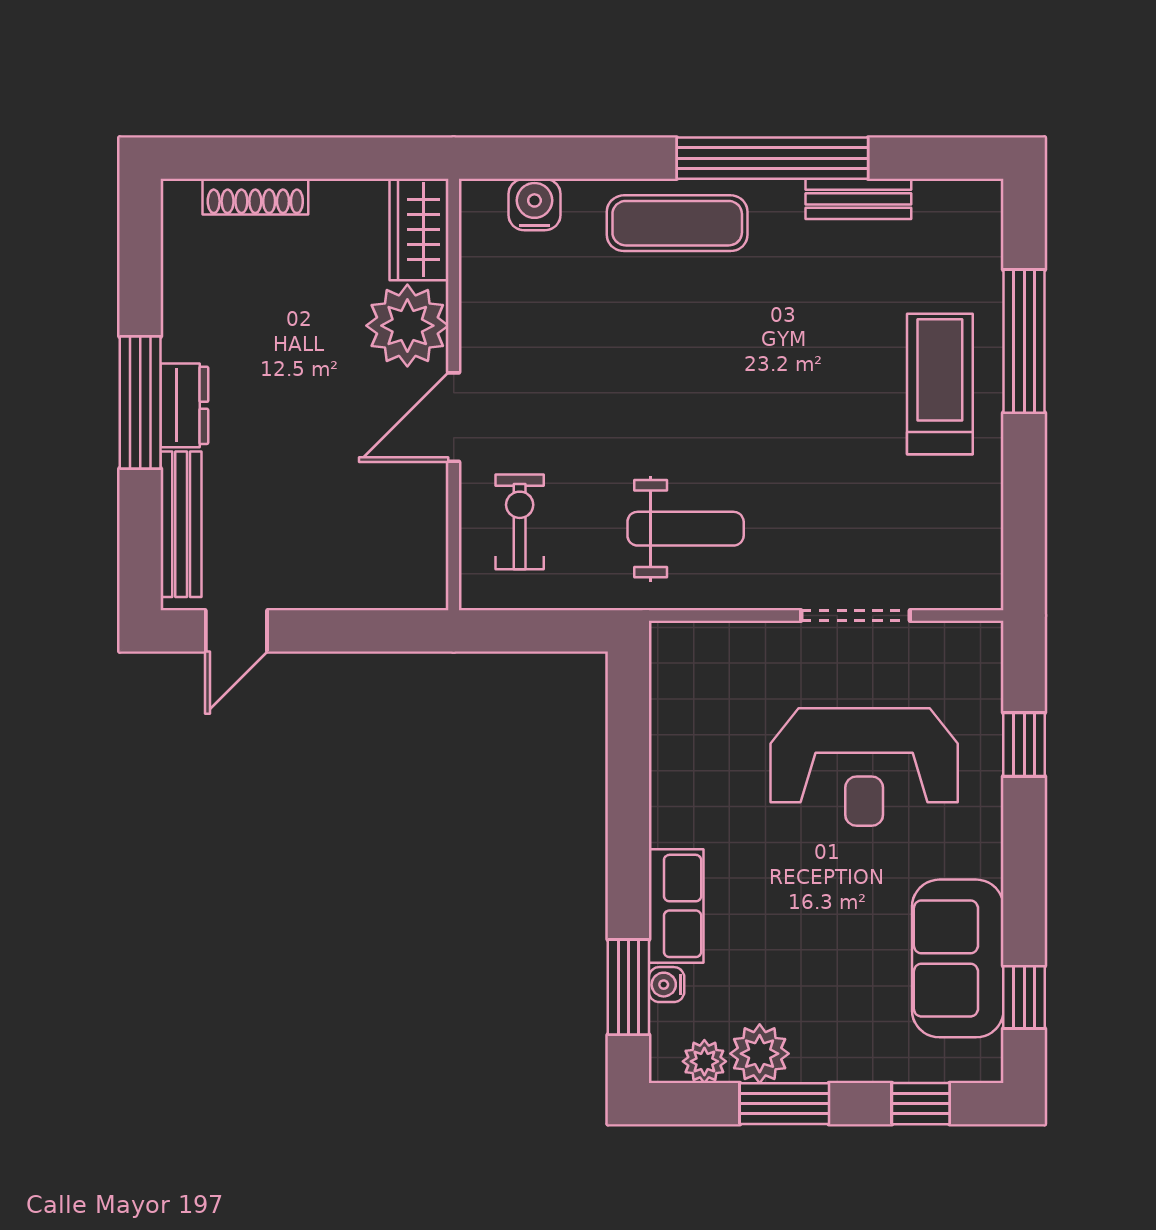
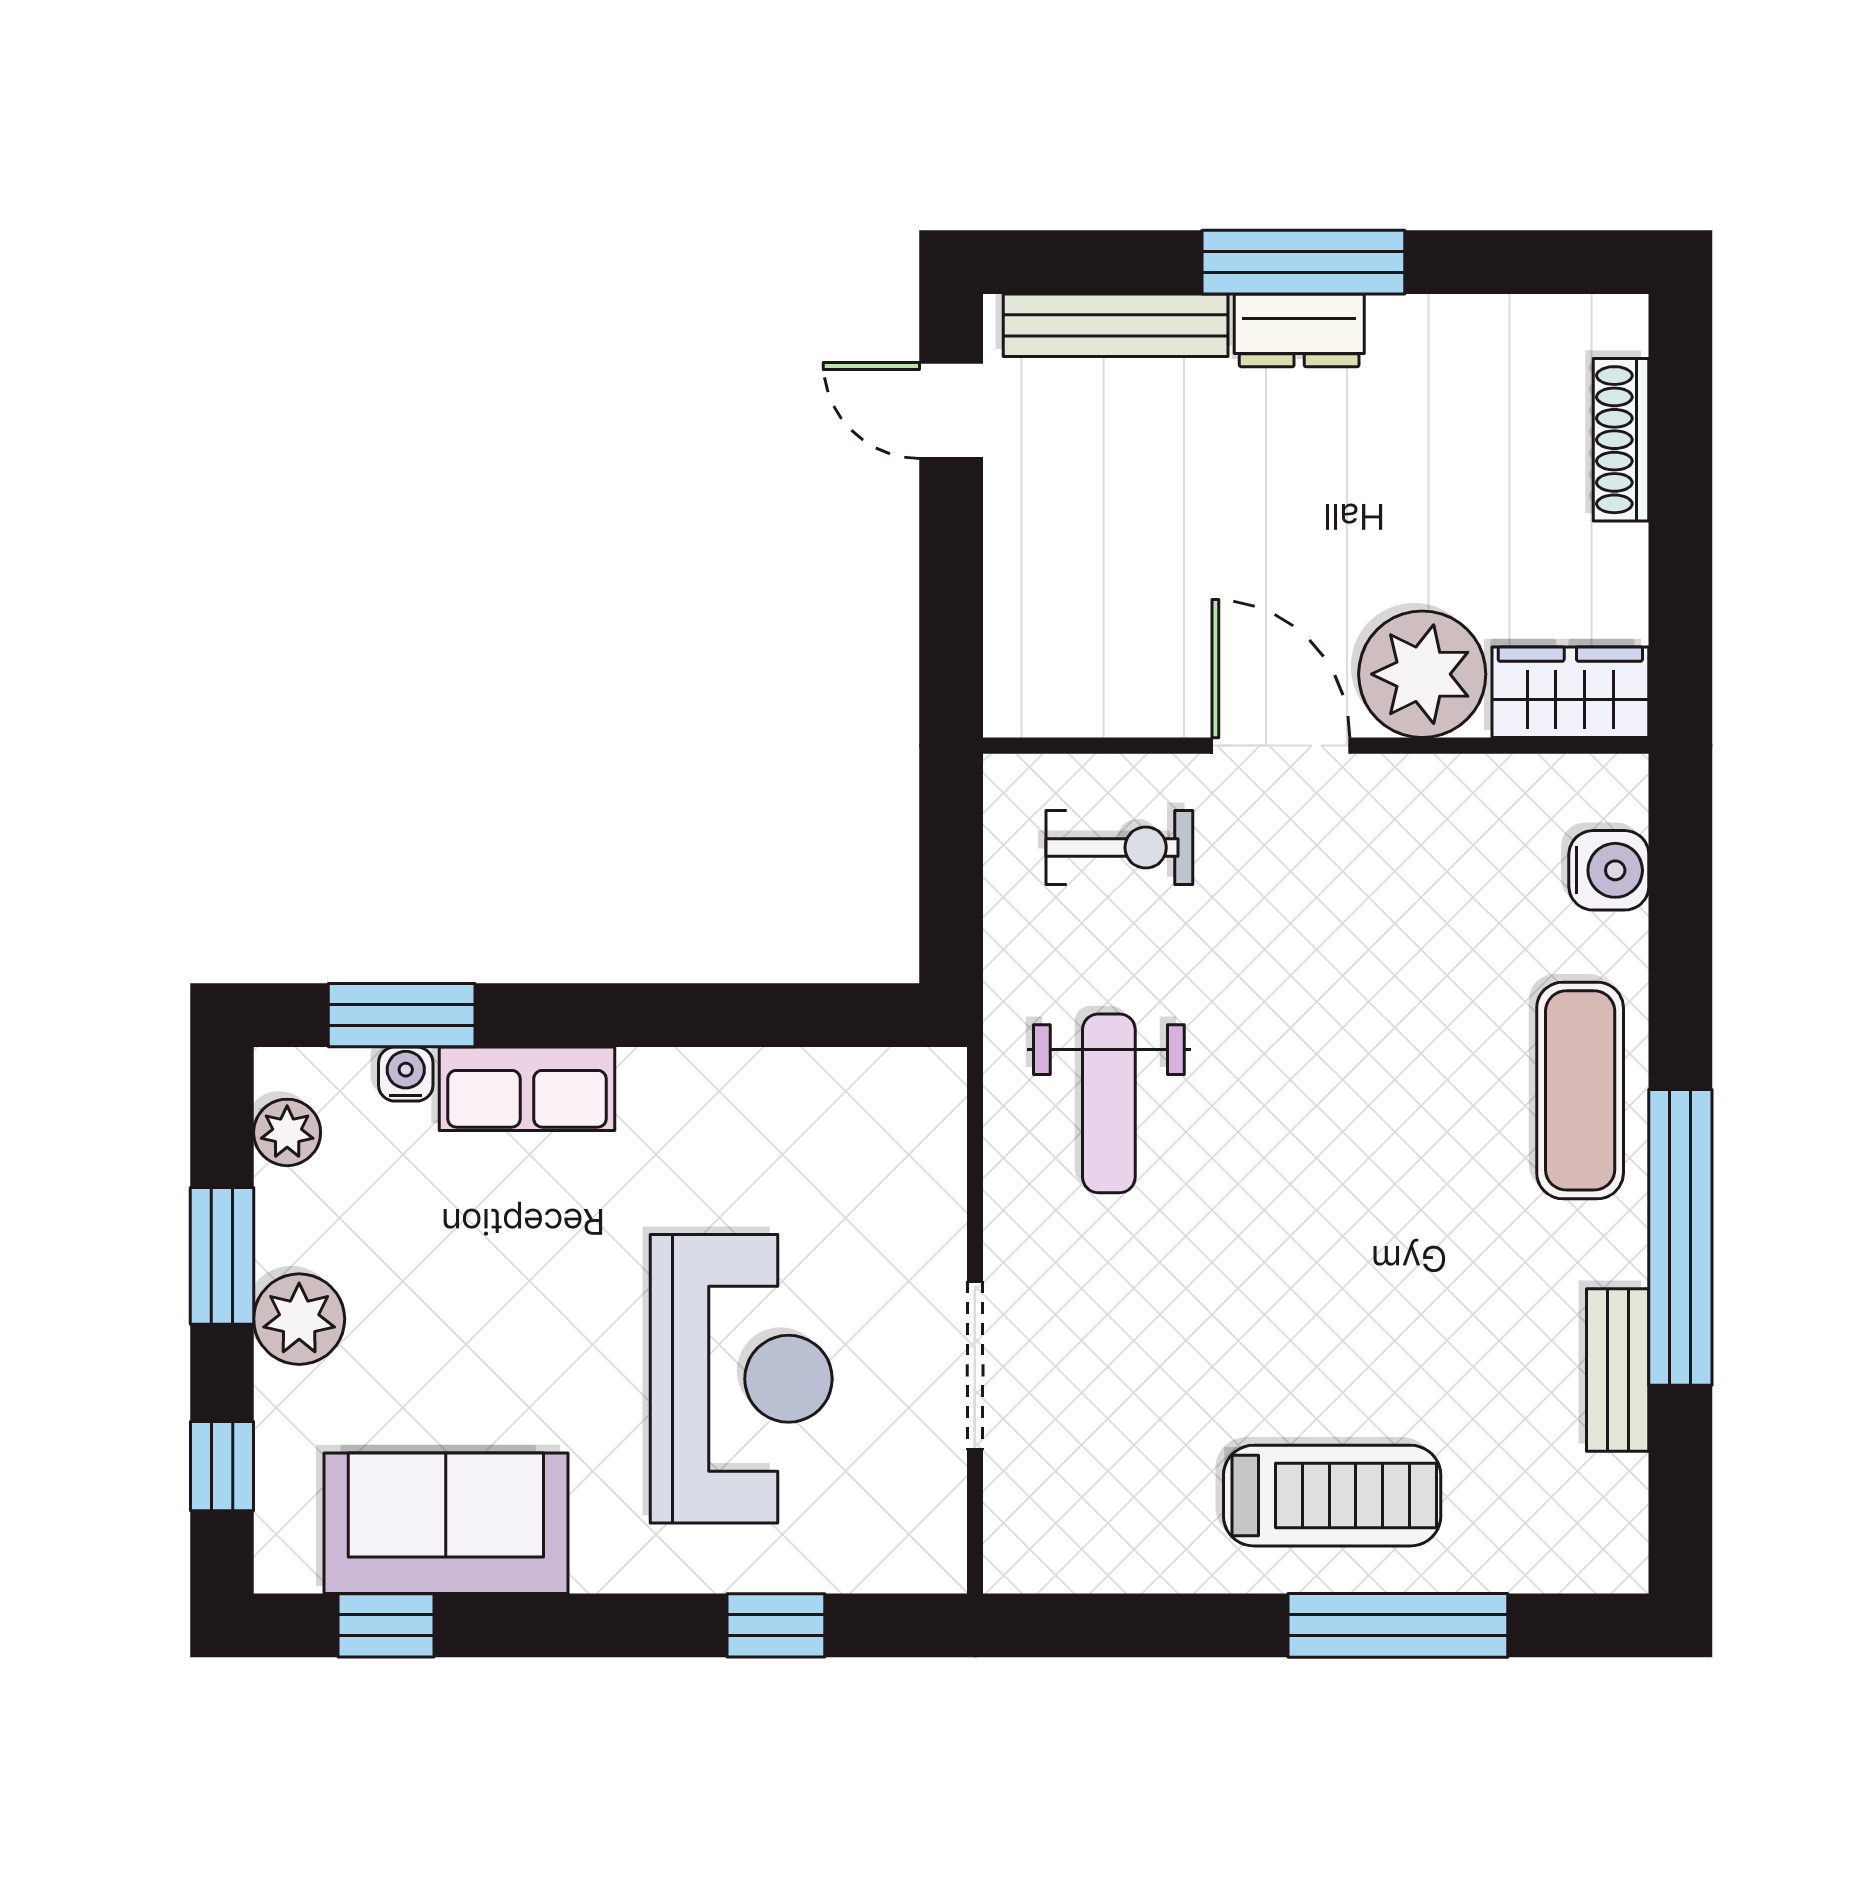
reception desk: (864, 767) -> (741, 1379), turned 180
plant: (760, 1054) -> (299, 1319), moved

